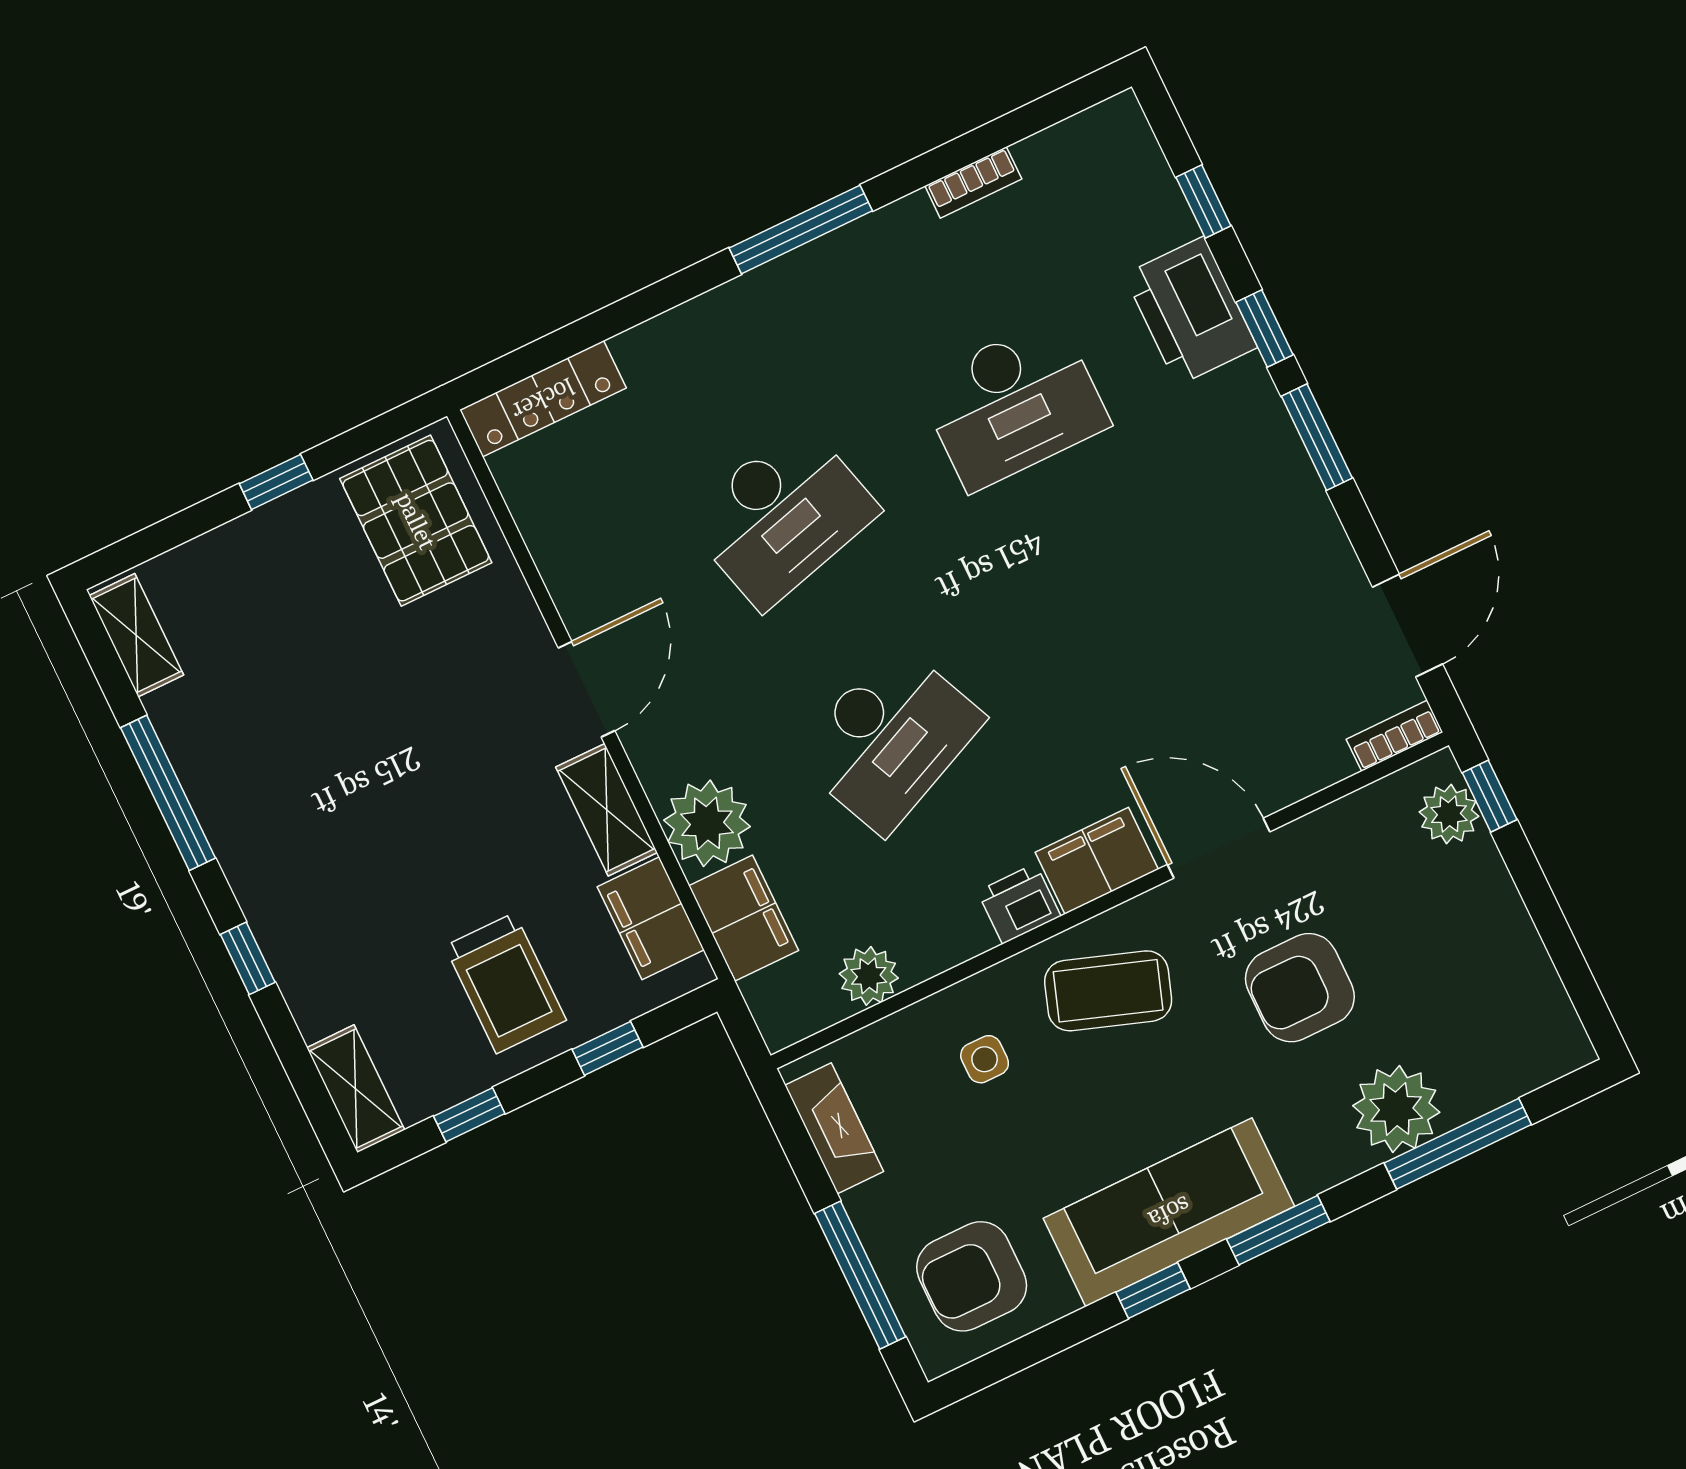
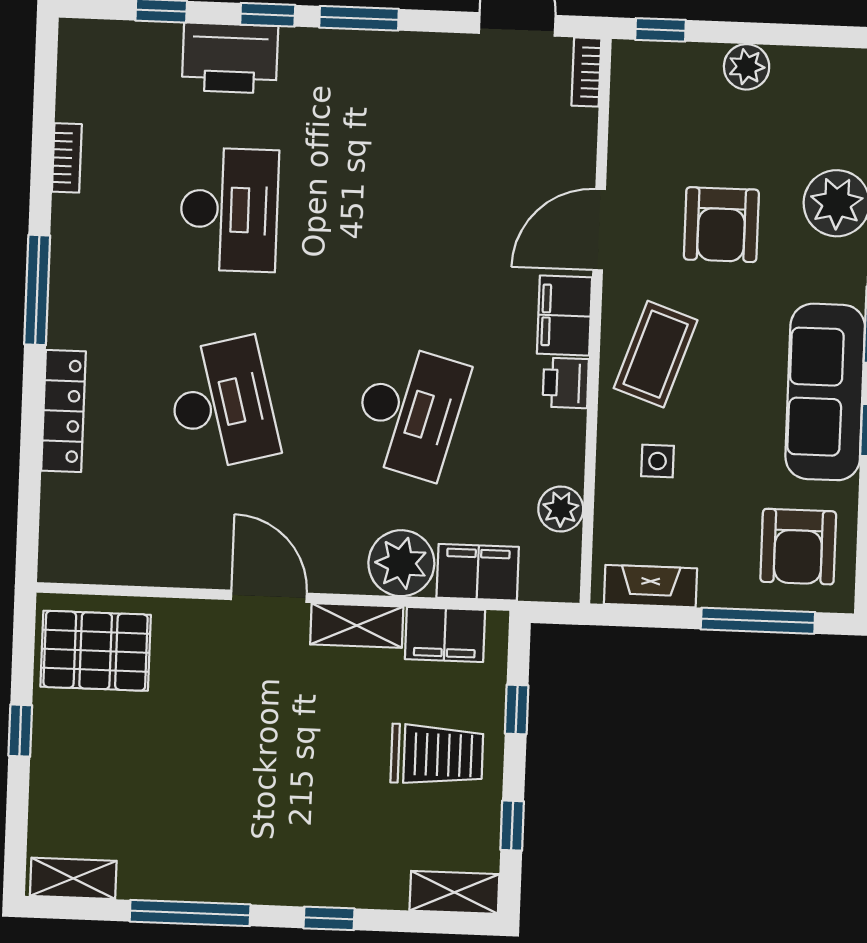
locker: (543, 399) -> (63, 411), moved
desk: (889, 738) -> (409, 411), turned 39
plant: (1449, 814) -> (747, 67), moved

